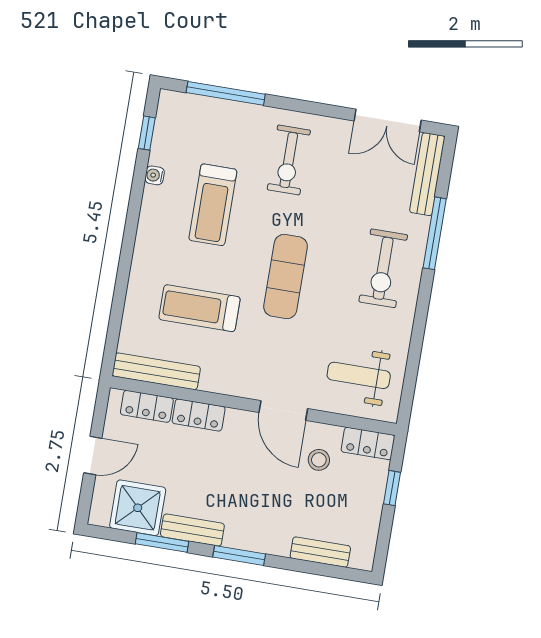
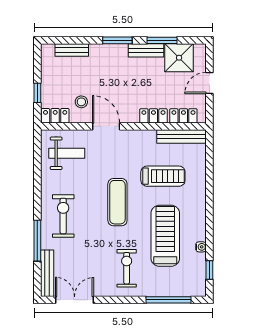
treadmill: (213, 205) -> (165, 236), width x1.37, depth x1.38

